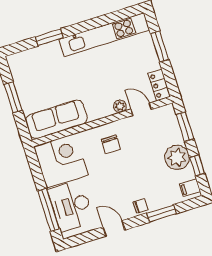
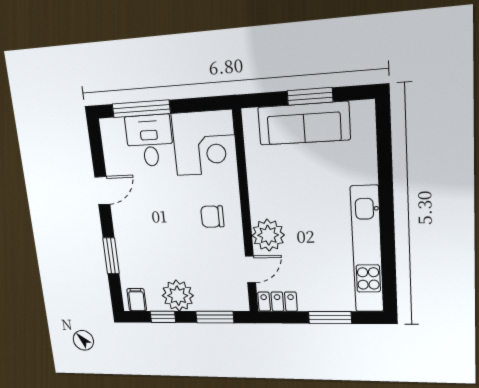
window: (49, 37) -> (385, 172), removed
plant: (120, 106) -> (268, 235), width x1.87, depth x1.87
sofa: (56, 119) -> (304, 123), moved, turned 90
desk: (71, 206) -> (150, 141), width x0.73
chair: (141, 206) -> (125, 233), removed

